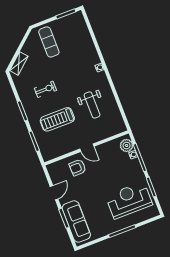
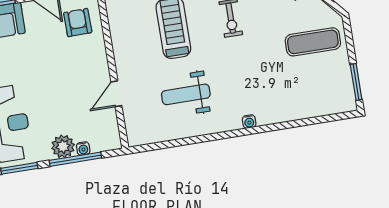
plant: (127, 146) -> (63, 146), moved
door: (87, 148) -> (116, 94), moved
armchair: (78, 168) -> (78, 23), moved

